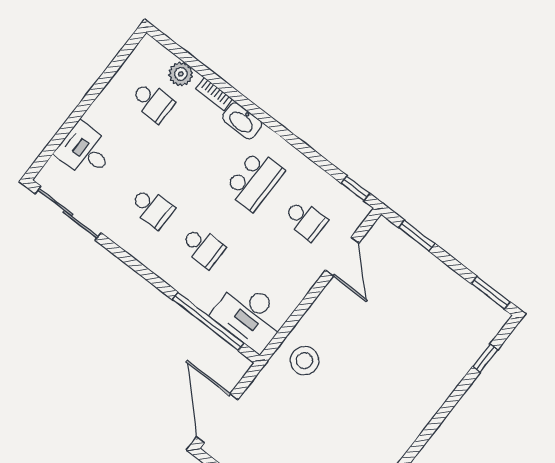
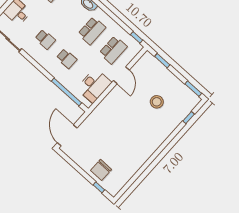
school desk: (305, 220) -> (113, 50), width x1.85
door: (342, 257) -> (121, 75), moved
desk: (250, 316) -> (94, 86), moved, turned -90
stool: (304, 361) -> (157, 102), moved

